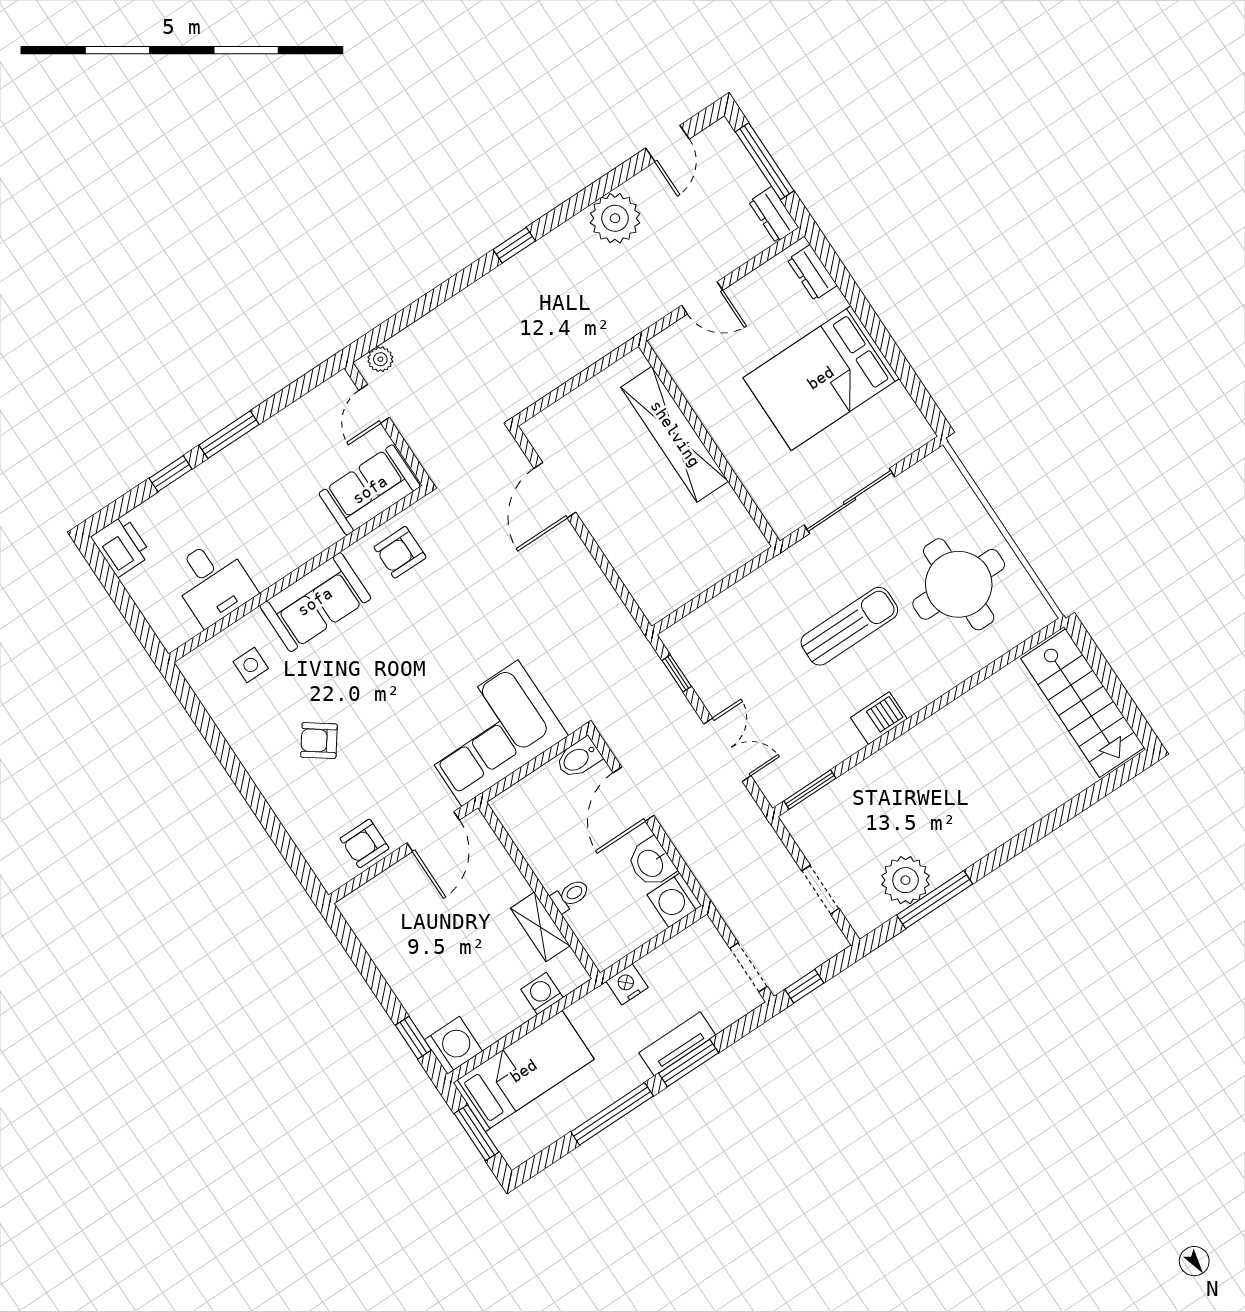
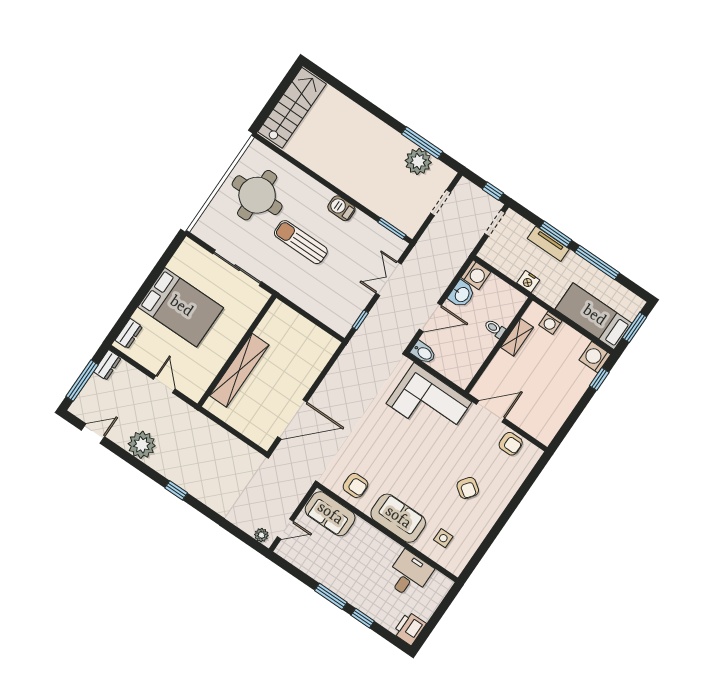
door: (555, 490) -> (292, 419), width x1.36

